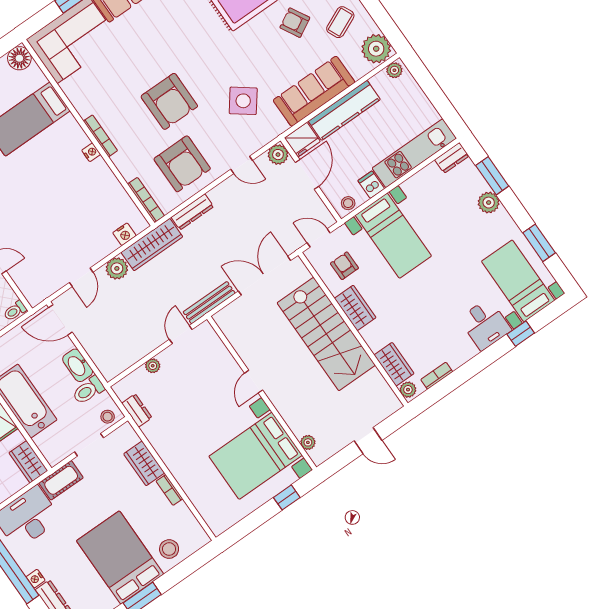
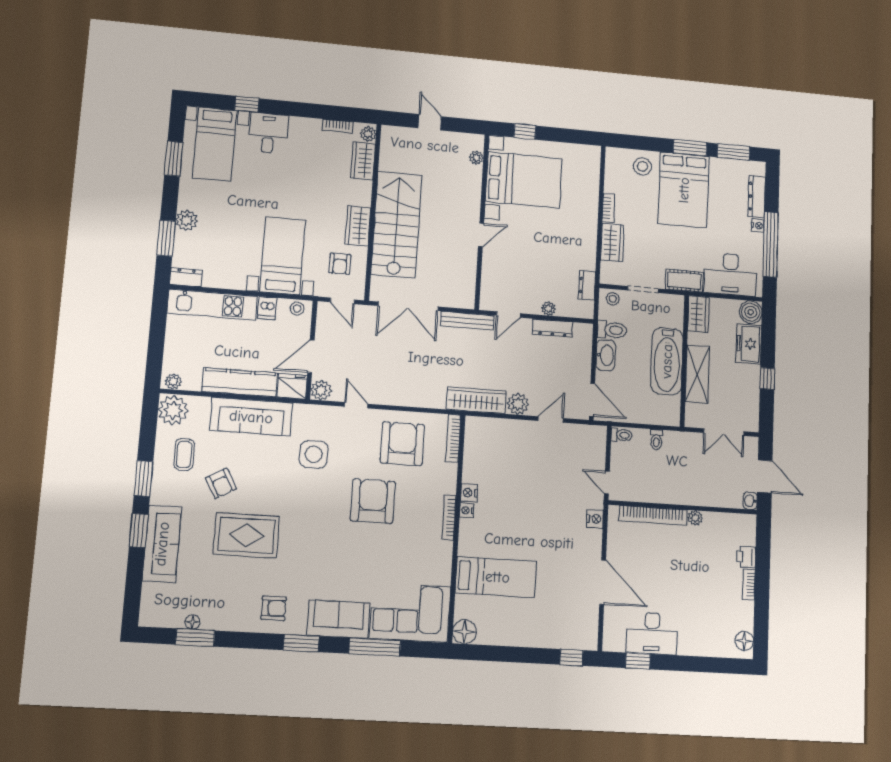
coffee table: (340, 22) -> (184, 454), turned -66
side table: (243, 101) -> (314, 454), turned -37
dresser: (192, 212) -> (553, 328), moved, turned 180
nightstand: (124, 234) -> (469, 493), moved, turned -90

